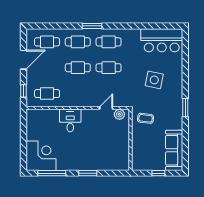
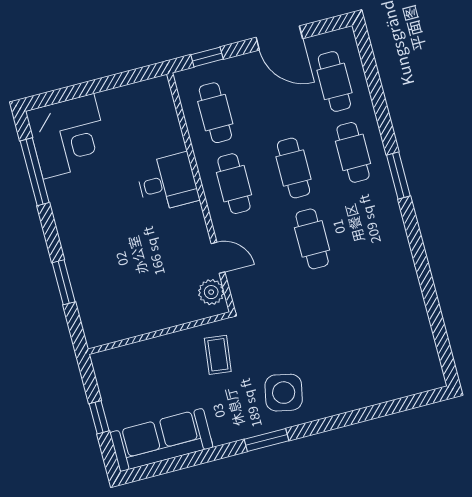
bar counter: (162, 40) -> (408, 345), removed
cafe table: (109, 42) -> (234, 184), moved
side table: (154, 80) -> (284, 393), moved
window: (88, 173) -> (64, 282), moved

